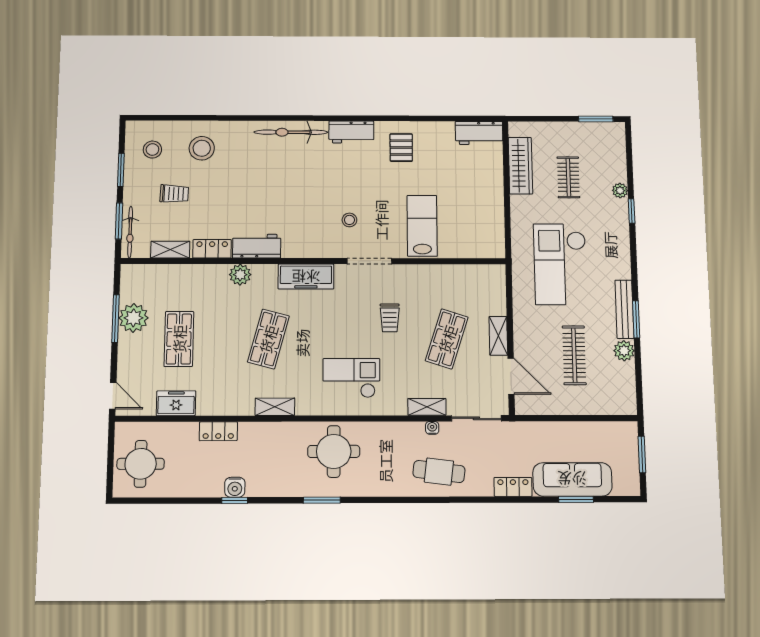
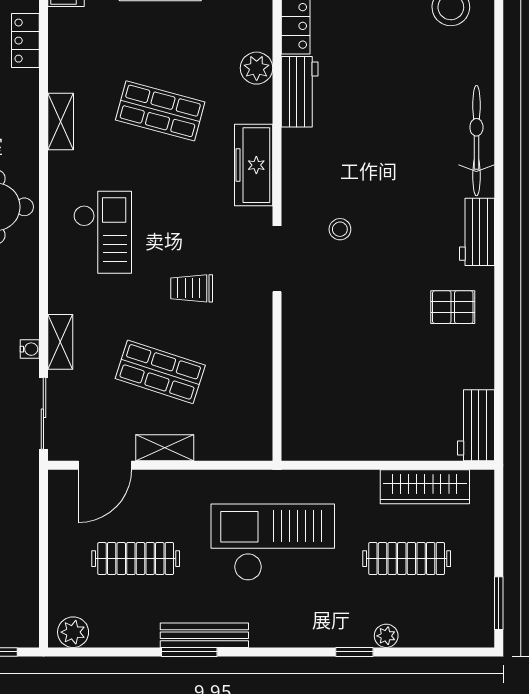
clothes rail: (568, 177) -> (407, 559), width x1.36
lab bench: (422, 226) -> (331, 338), removed
plant: (624, 351) -> (73, 632), moved

